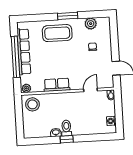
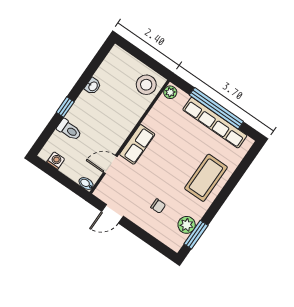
window: (68, 16) -> (196, 235), moved
row of seats: (57, 85) -> (137, 144), moved
door: (90, 90) -> (110, 165), swing flipped
toilet: (66, 128) -> (69, 130), moved
window: (67, 139) -> (65, 107), moved

